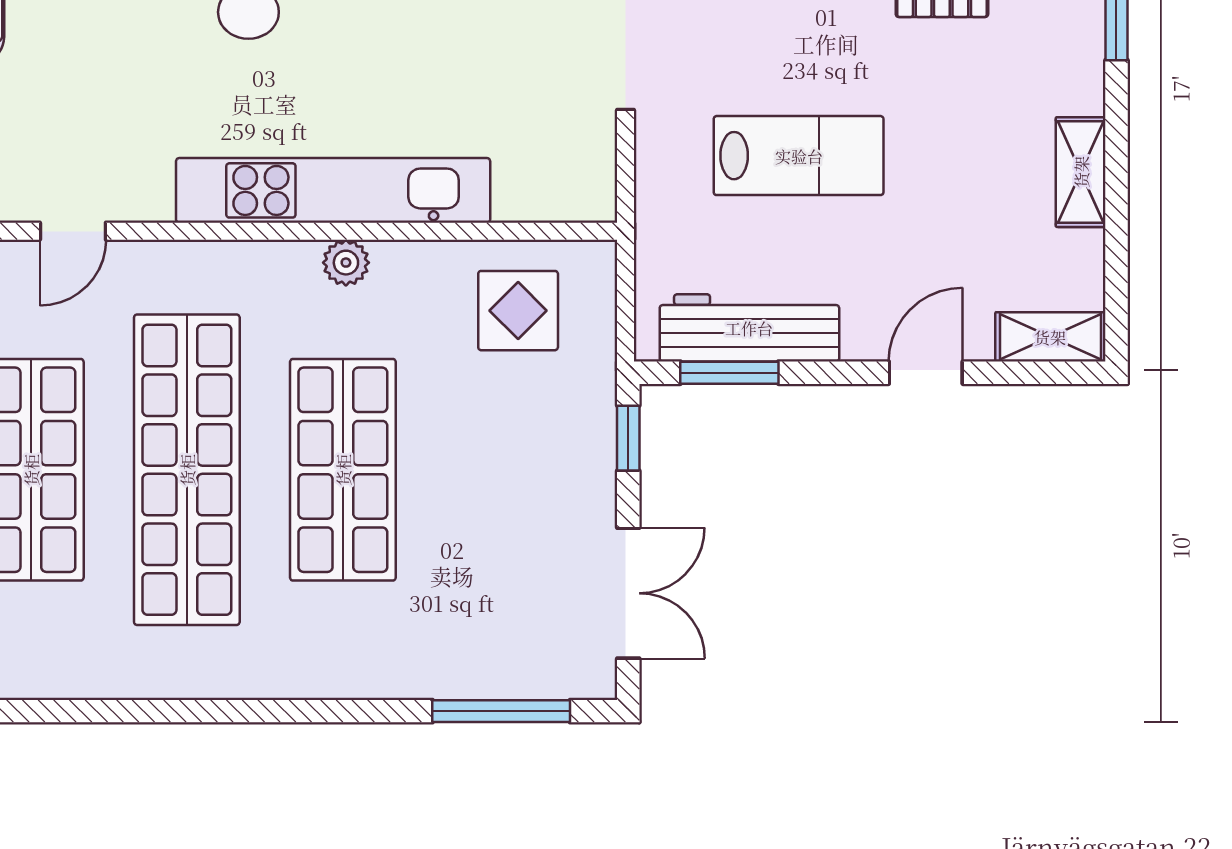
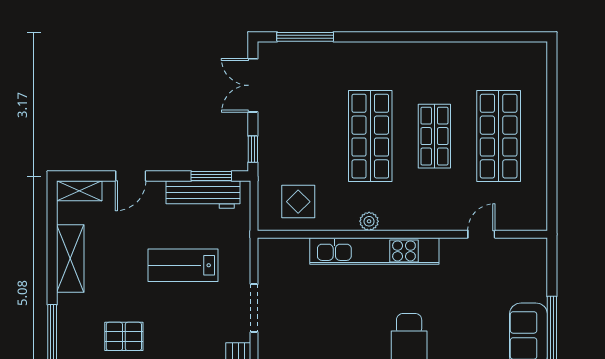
shelving: (1081, 172) -> (70, 258), width x1.50, depth x1.33
shop shelf: (187, 470) -> (434, 136), width x0.50, depth x0.74

